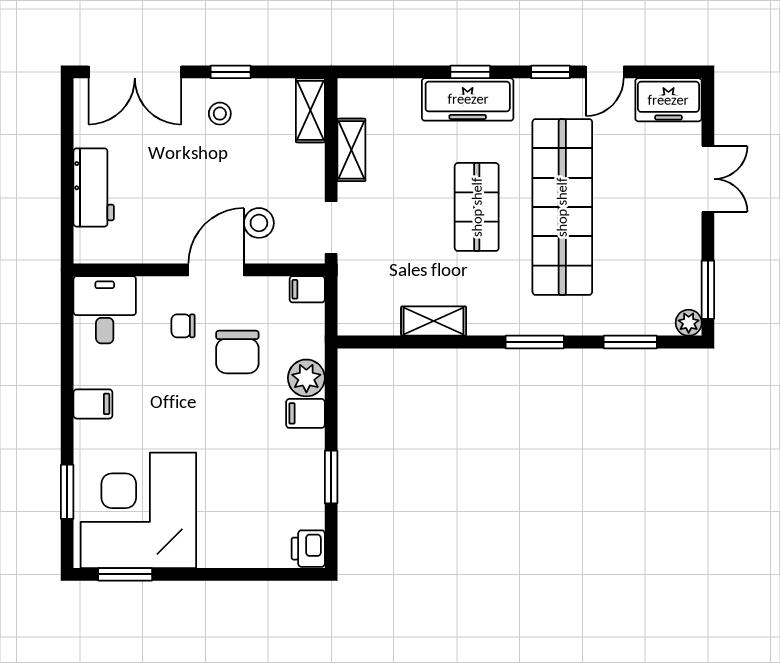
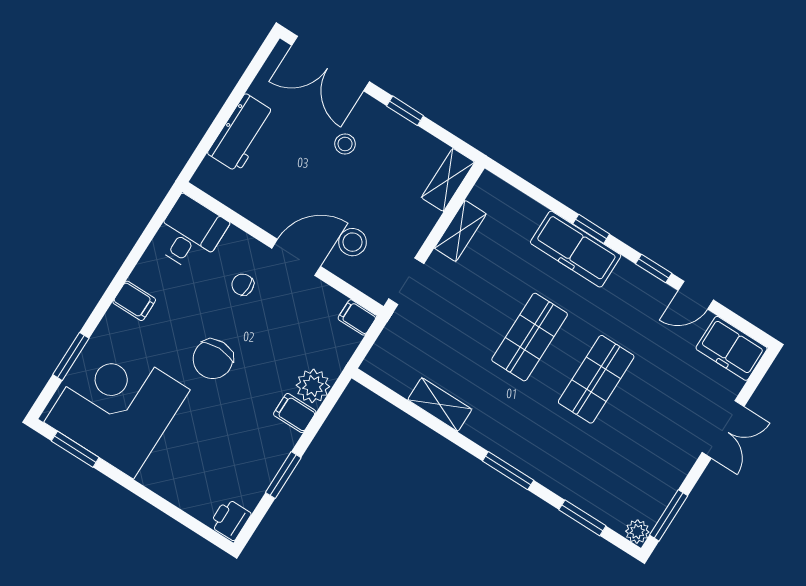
stool: (220, 114) -> (345, 144), moved
shop shelf: (562, 207) -> (596, 379), width x0.50, depth x0.74
chair: (237, 352) -> (213, 359), moved

